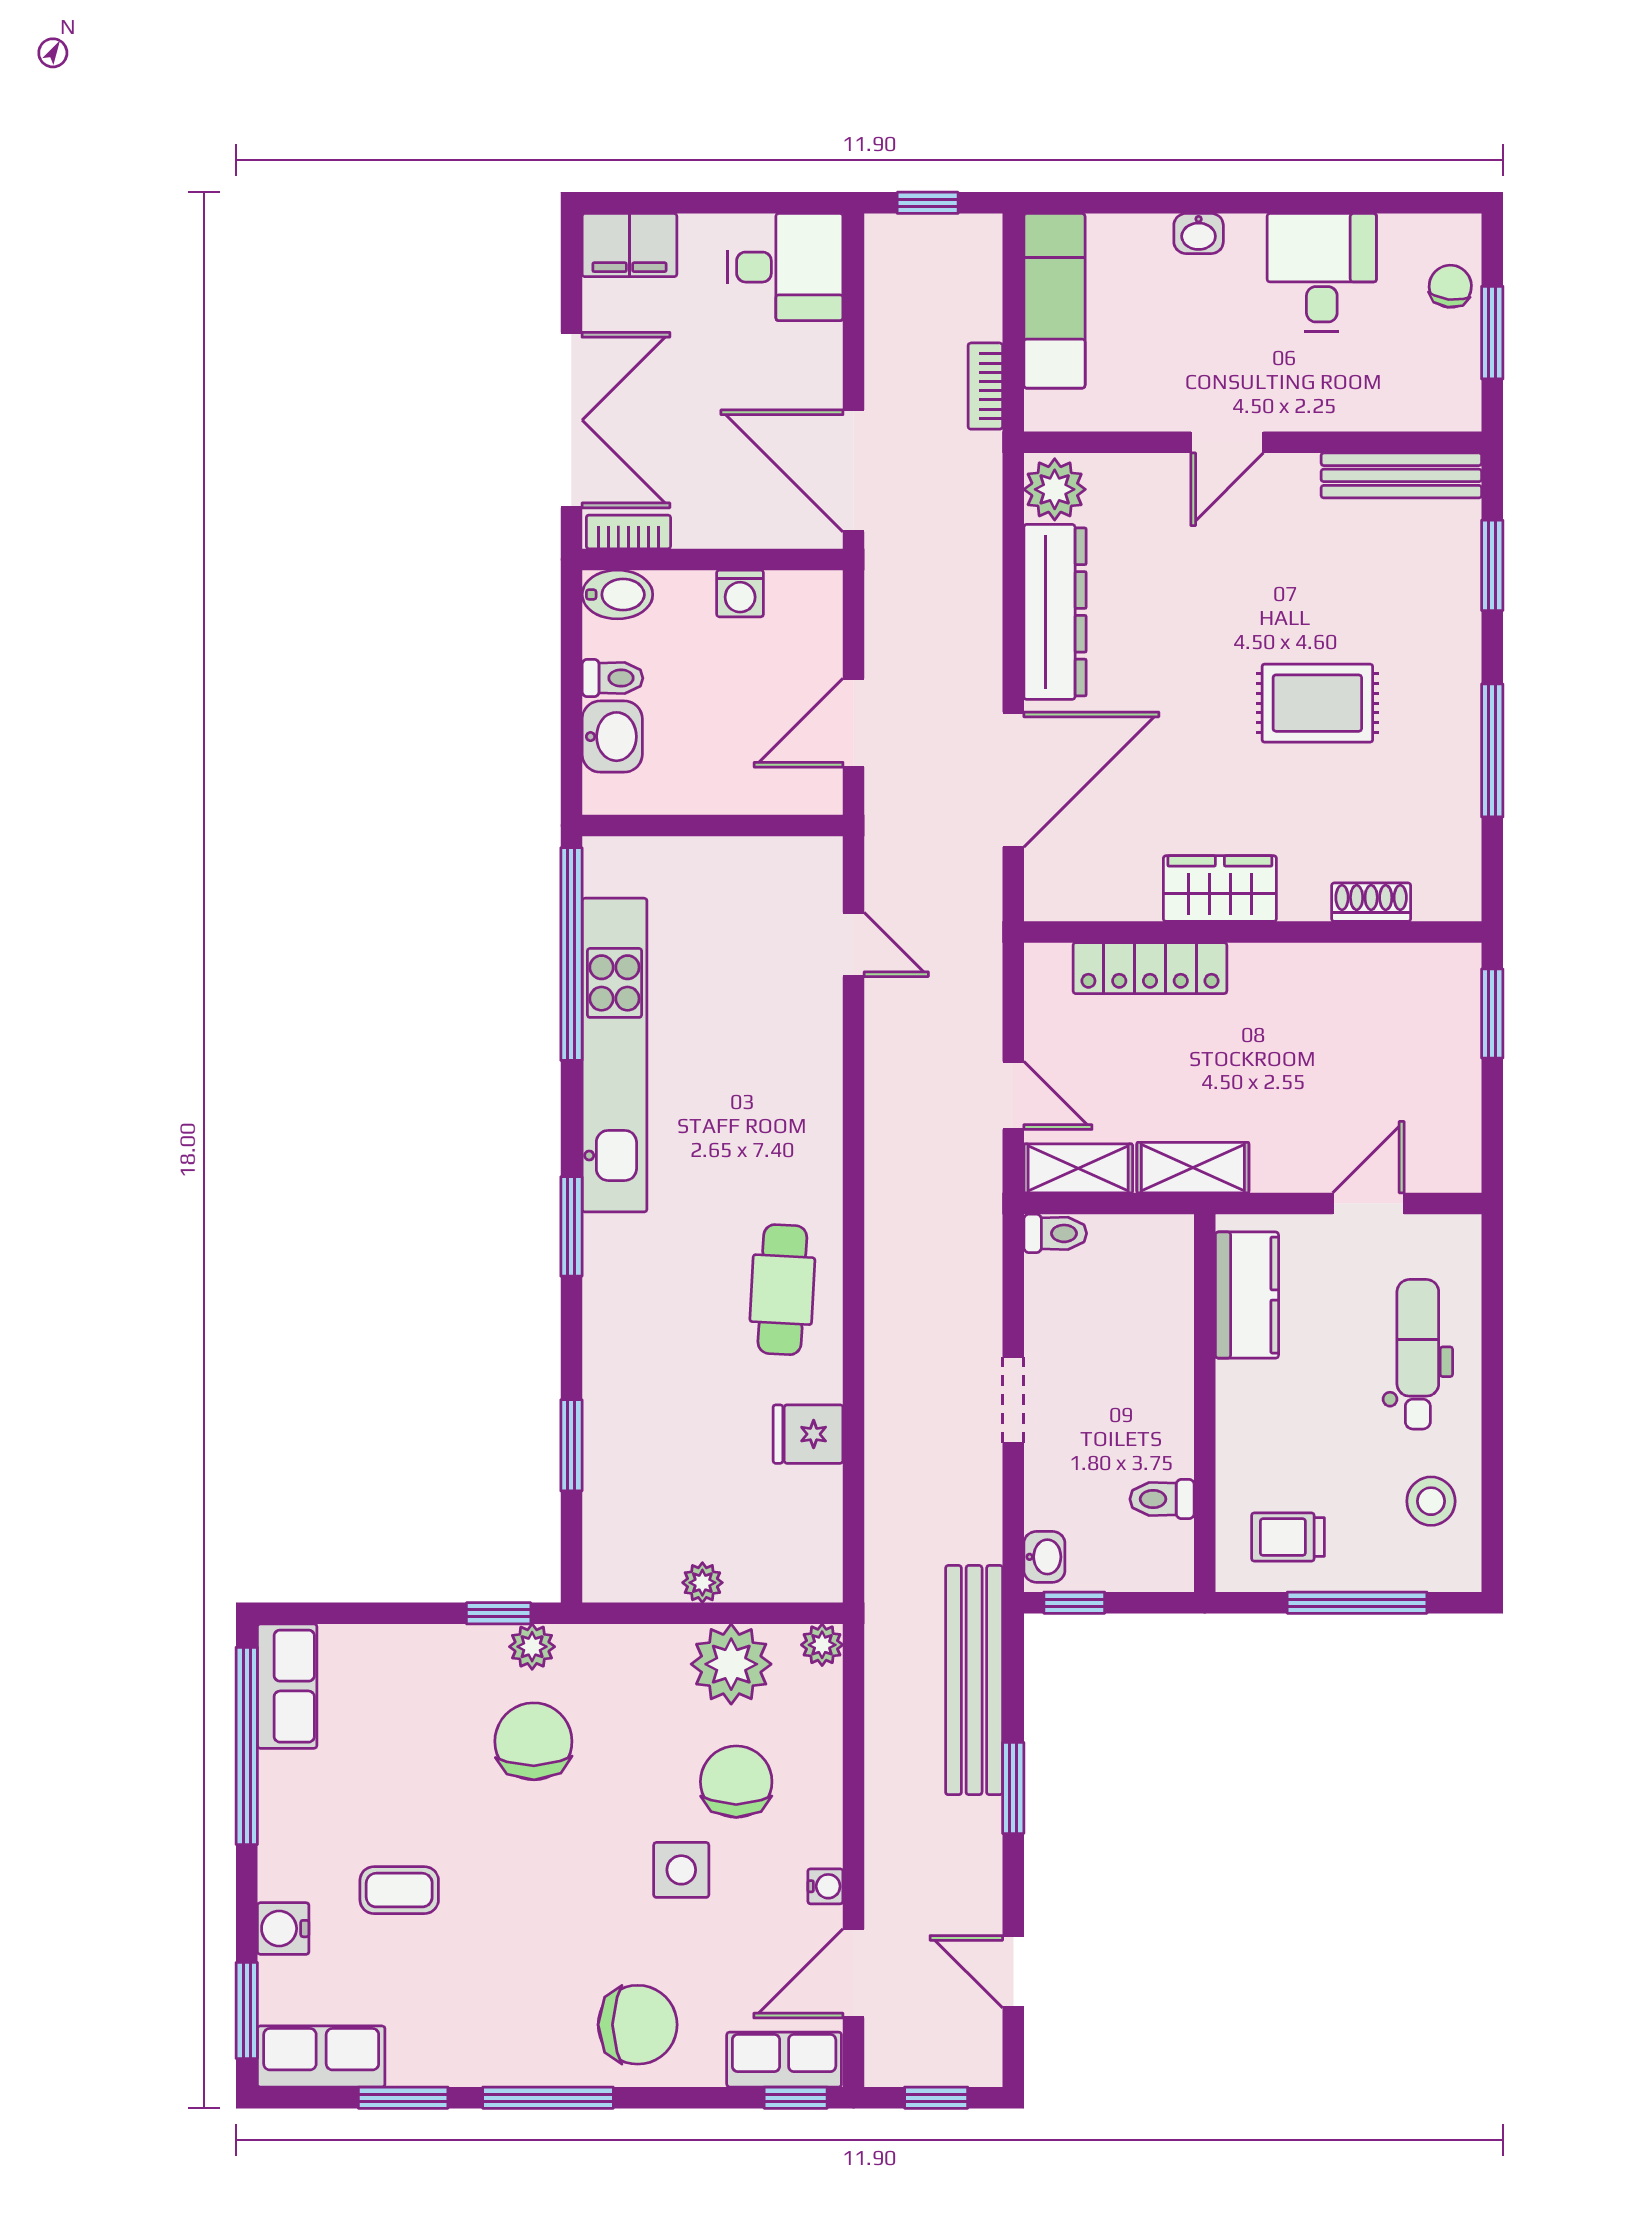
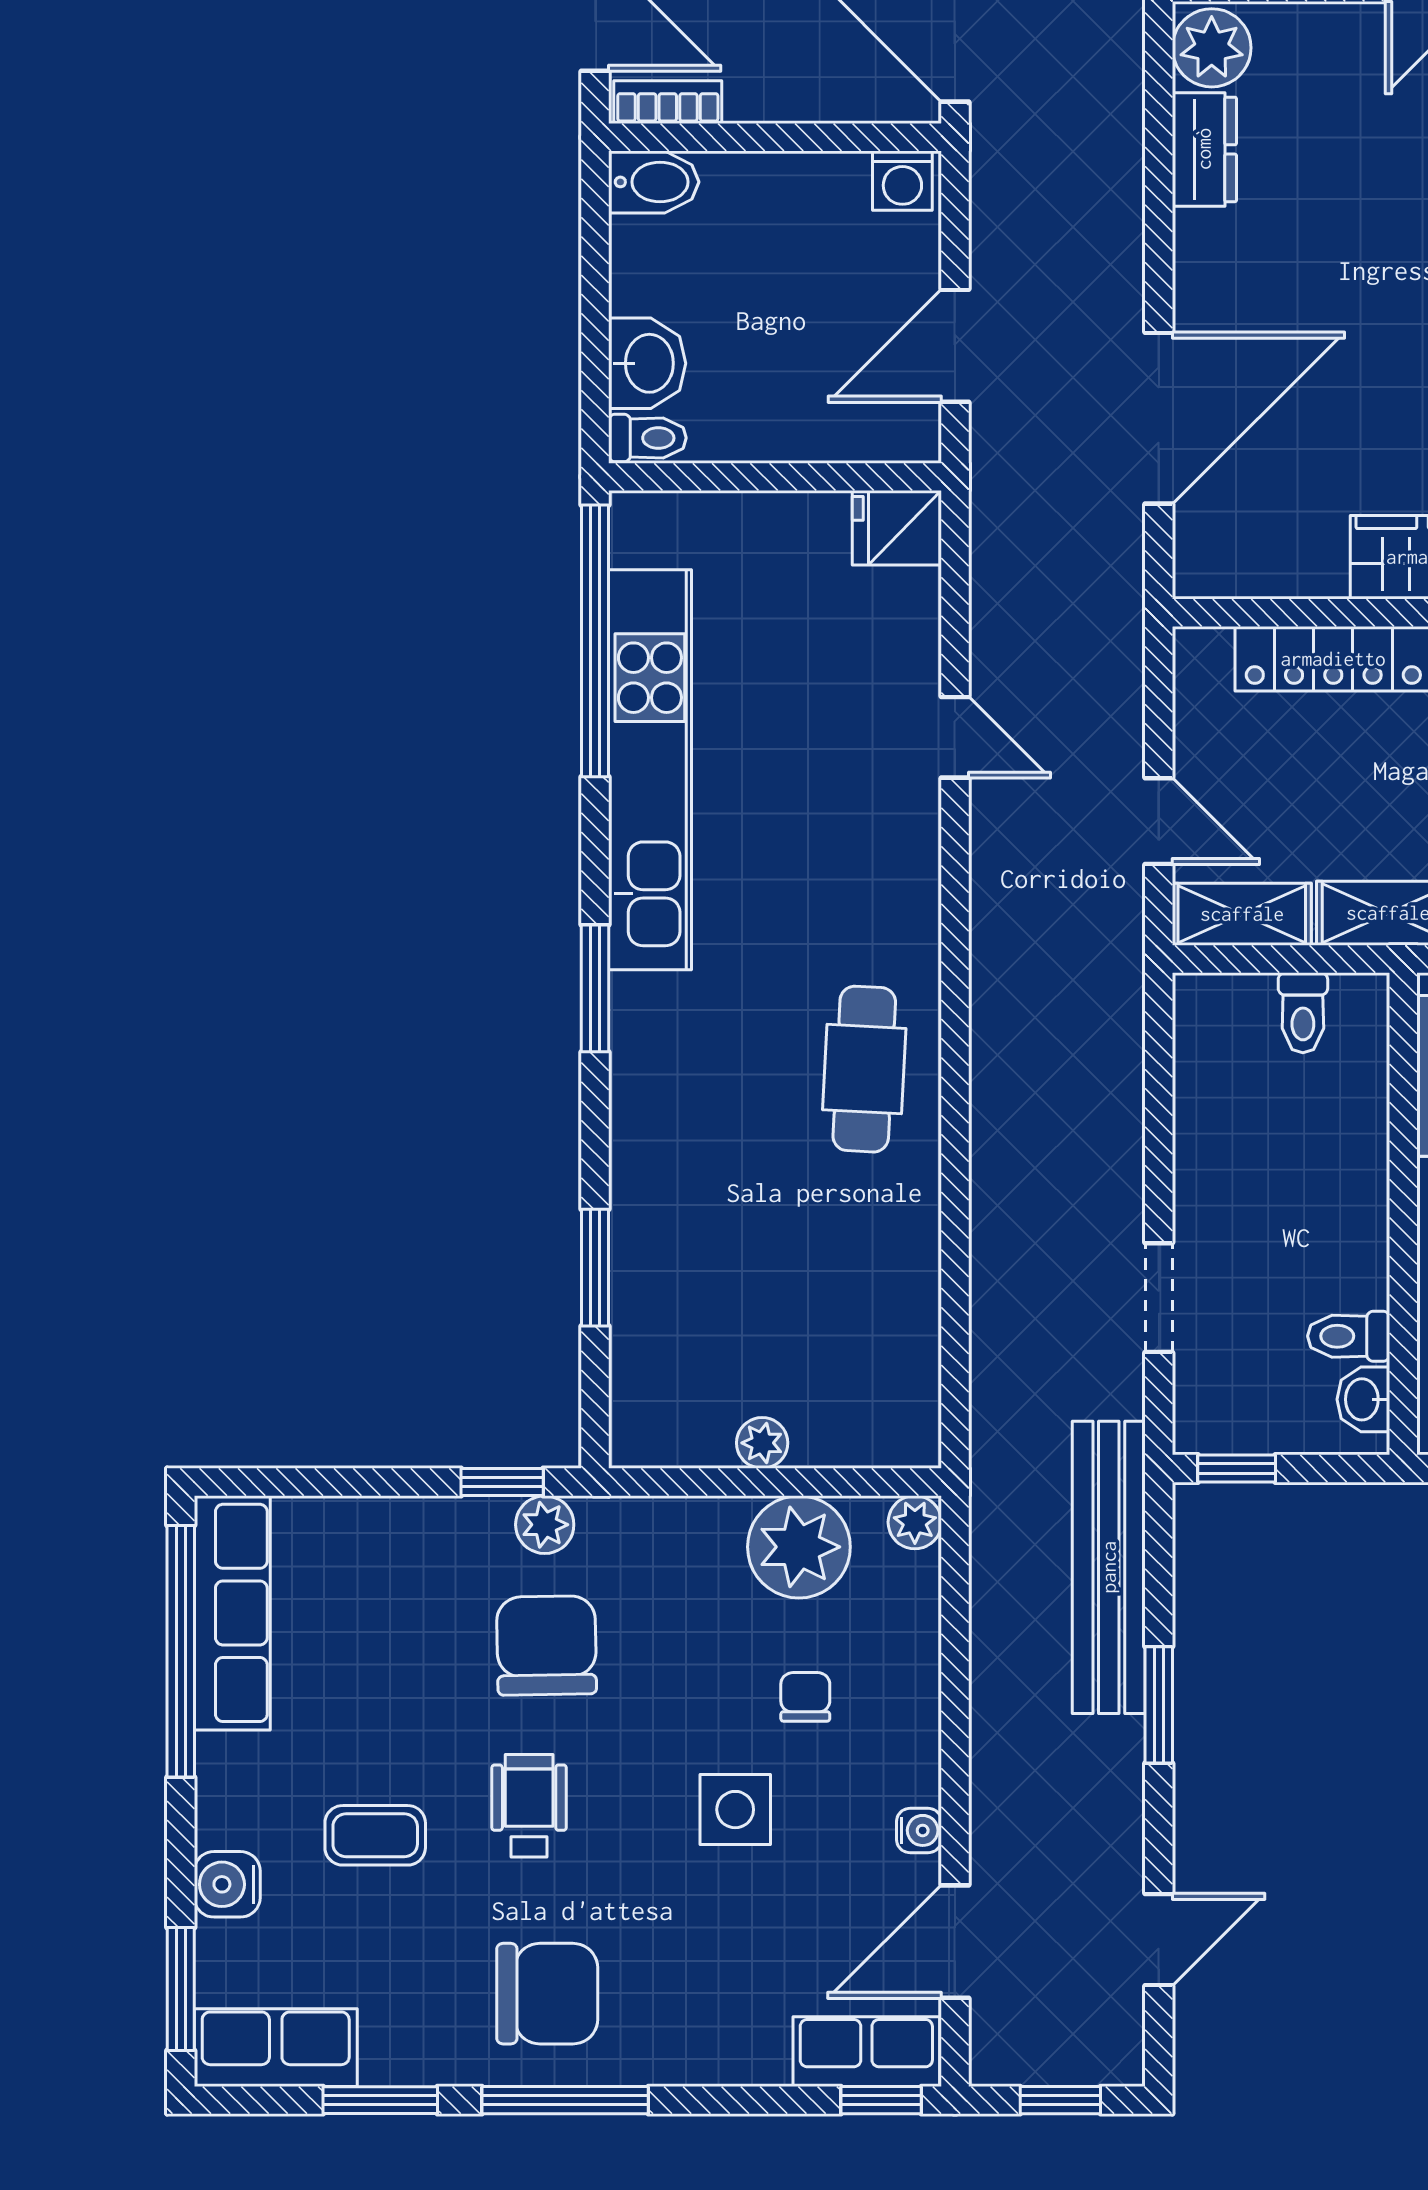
washing machine: (740, 593) -> (902, 181), moved
dresser: (1055, 612) -> (1204, 149), width x0.51, depth x0.80
toilet: (612, 678) -> (647, 438), moved
door: (854, 945) -> (955, 737), moved
toilet: (1055, 1233) -> (1303, 1013), moved, turned 90
doorway: (1013, 1400) -> (1159, 1298), moved
fridge: (808, 1434) -> (897, 528), moved
washbasin: (1044, 1557) -> (1363, 1399), moved, turned 180
row of seats: (287, 1686) -> (232, 1613), width x1.48
chair: (736, 1782) -> (805, 1697), width x0.54, depth x0.54
wheelchair: (520, 1867) -> (529, 1806), added
door: (1013, 1972) -> (1159, 1940), swing flipped
chair: (638, 2025) -> (547, 1994), moved

